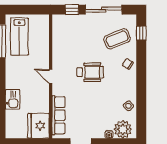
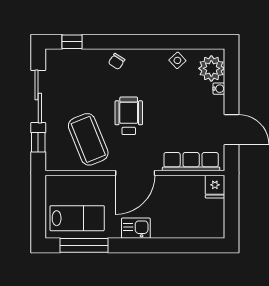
coffee table: (117, 39) -> (88, 139), moved, width x1.36, depth x1.32
door: (51, 77) -> (135, 173), width x1.87
kitchen sink: (13, 99) -> (136, 228), moved
fridge: (39, 126) -> (215, 187), width x0.53, depth x0.75

